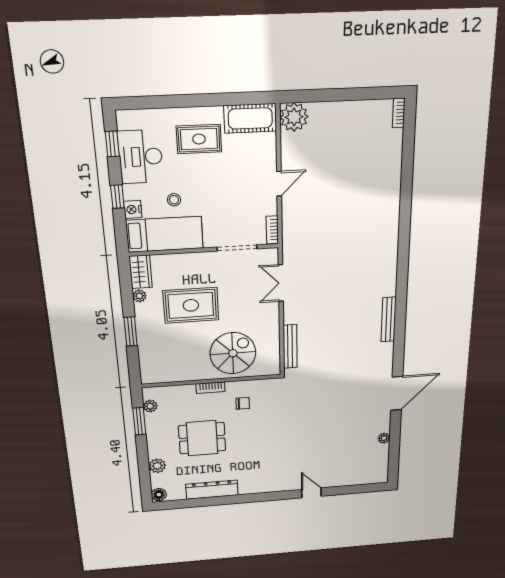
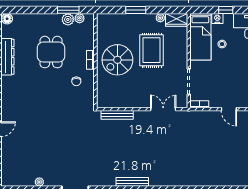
spiral stairs: (233, 353) -> (117, 60), moved, turned 90
plant: (157, 466) -> (68, 19), moved

